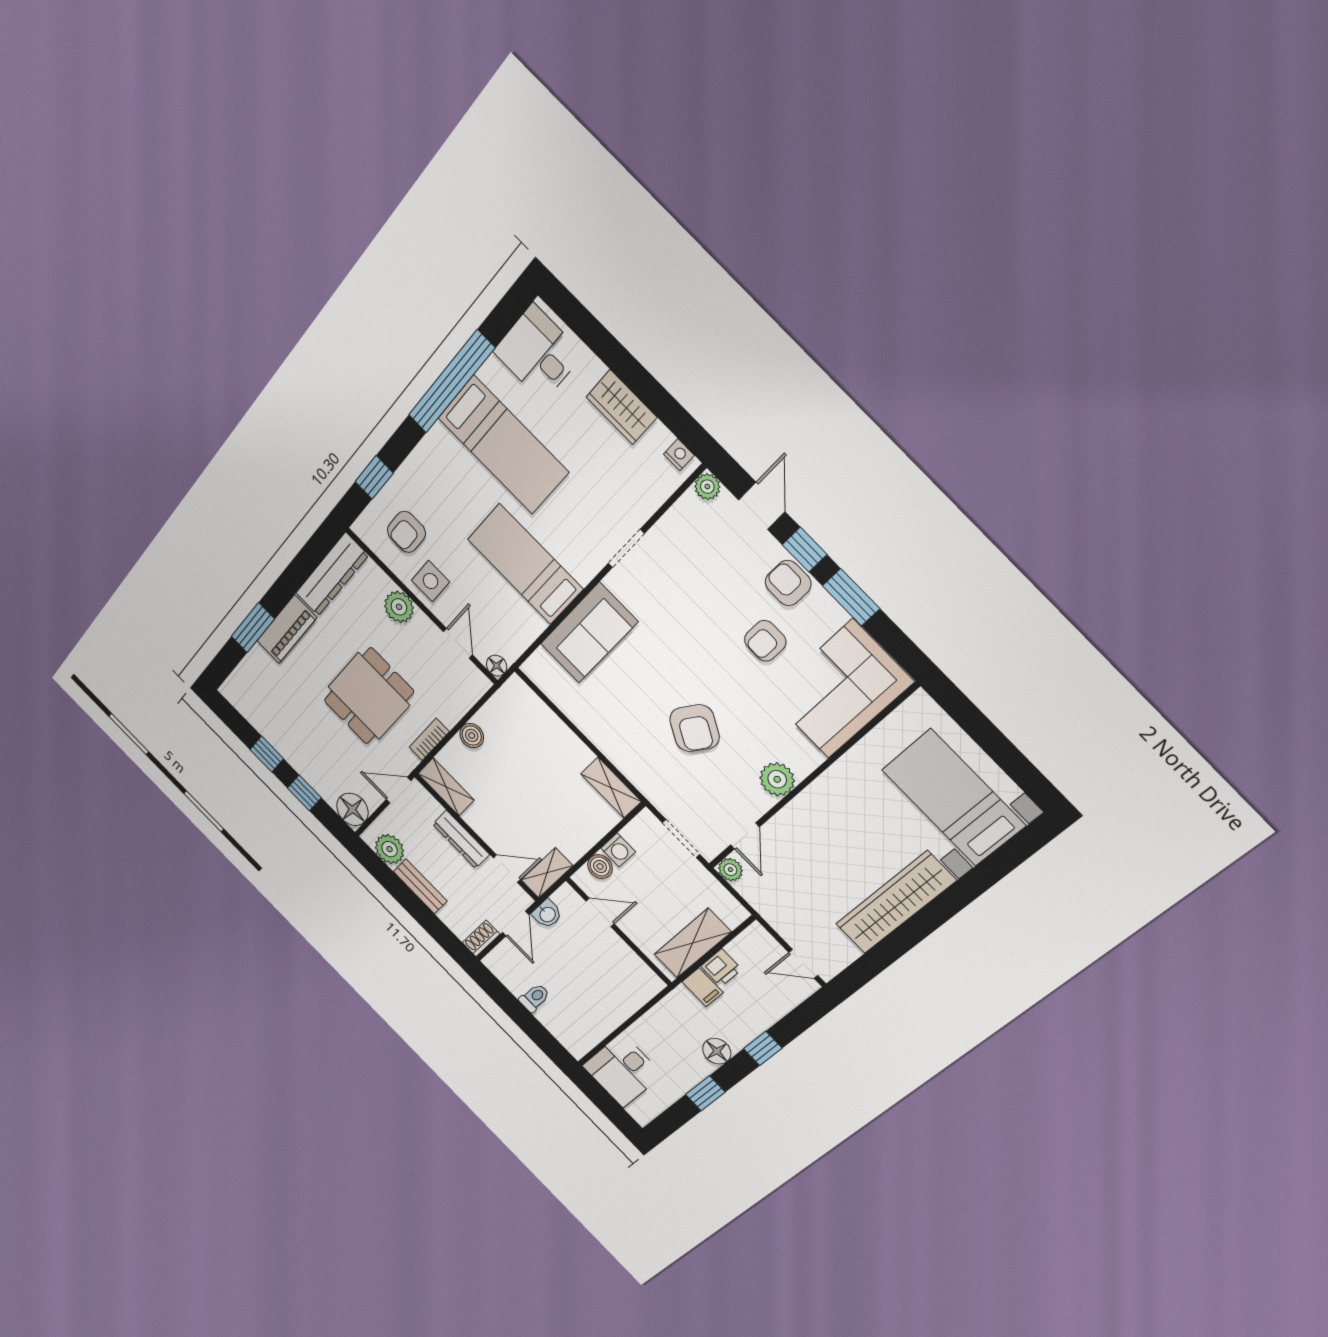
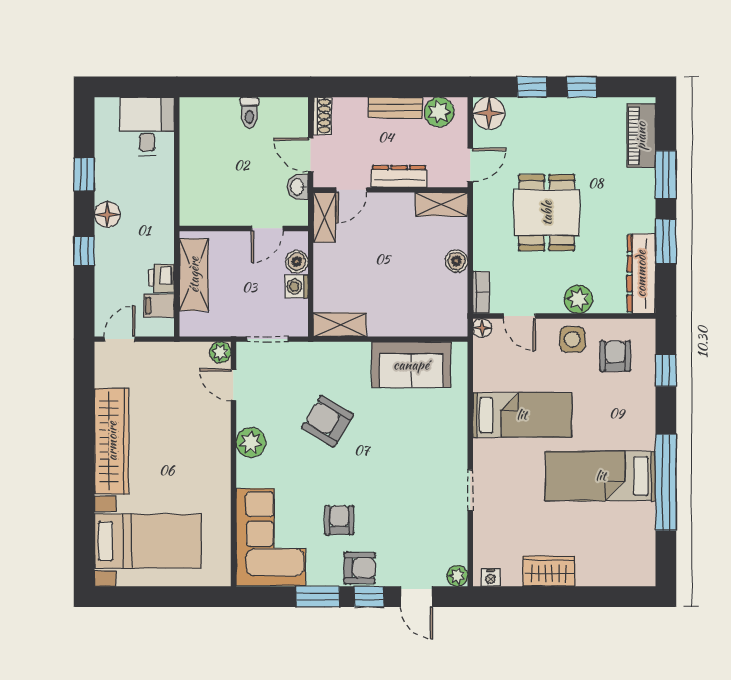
desk: (538, 353) -> (627, 553), removed
window: (292, 579) -> (666, 241), added
piano: (287, 629) -> (641, 136), moved
sofa: (589, 633) -> (411, 365), moved, turned -90
bookcase: (429, 739) -> (481, 292), moved
filing cabinet: (702, 987) -> (159, 306), moved

